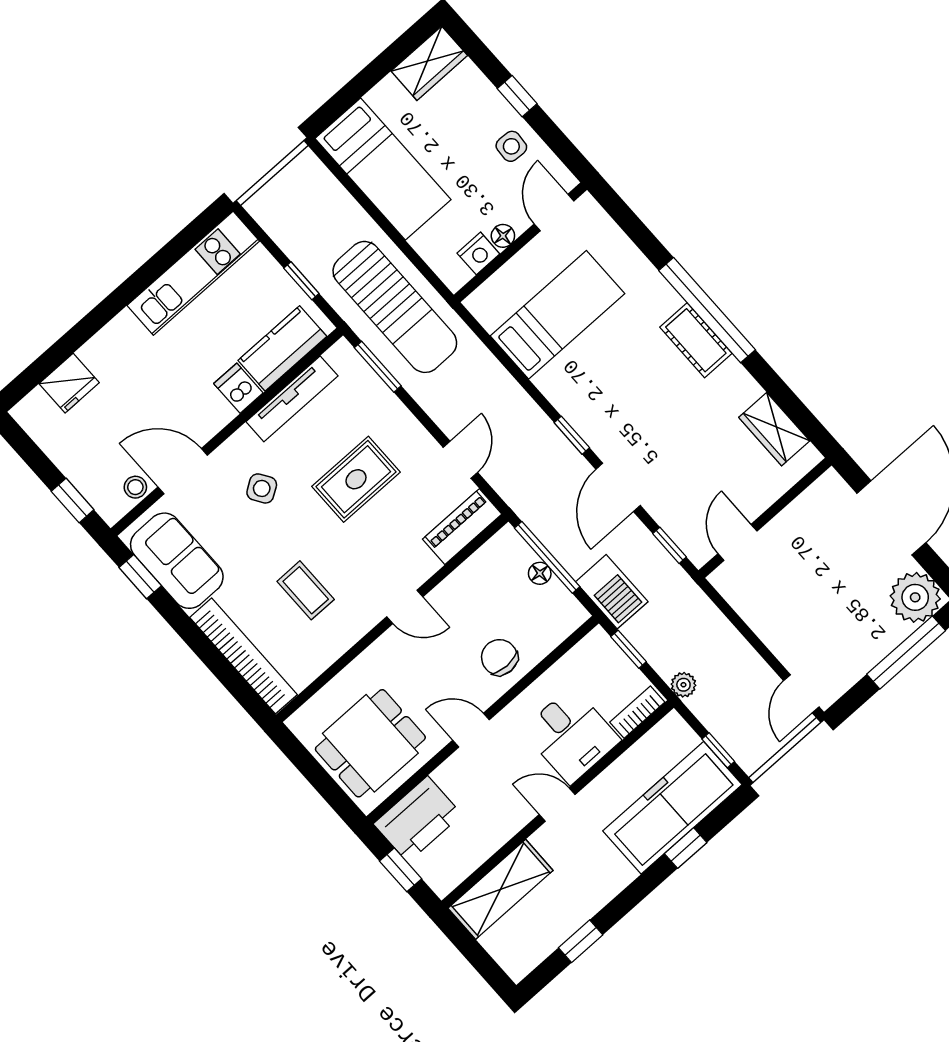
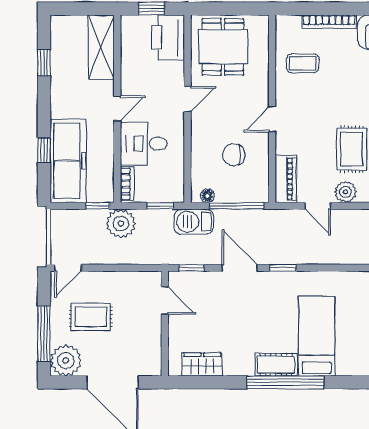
bed: (558, 315) -> (317, 336), moved, turned 180
plant: (414, 441) -> (345, 192), added
floor lamp: (540, 573) -> (207, 196), moved
coffee table: (306, 590) -> (303, 63), moved
rug: (836, 614) -> (91, 317), added
bookcase: (244, 656) -> (329, 22), width x0.68, depth x0.76
chair: (499, 657) -> (234, 155), moved, turned 180
plant: (683, 685) -> (121, 223), width x1.88, depth x1.88
door: (801, 694) -> (68, 268), swing flipped
window: (718, 750) -> (98, 206), moved

